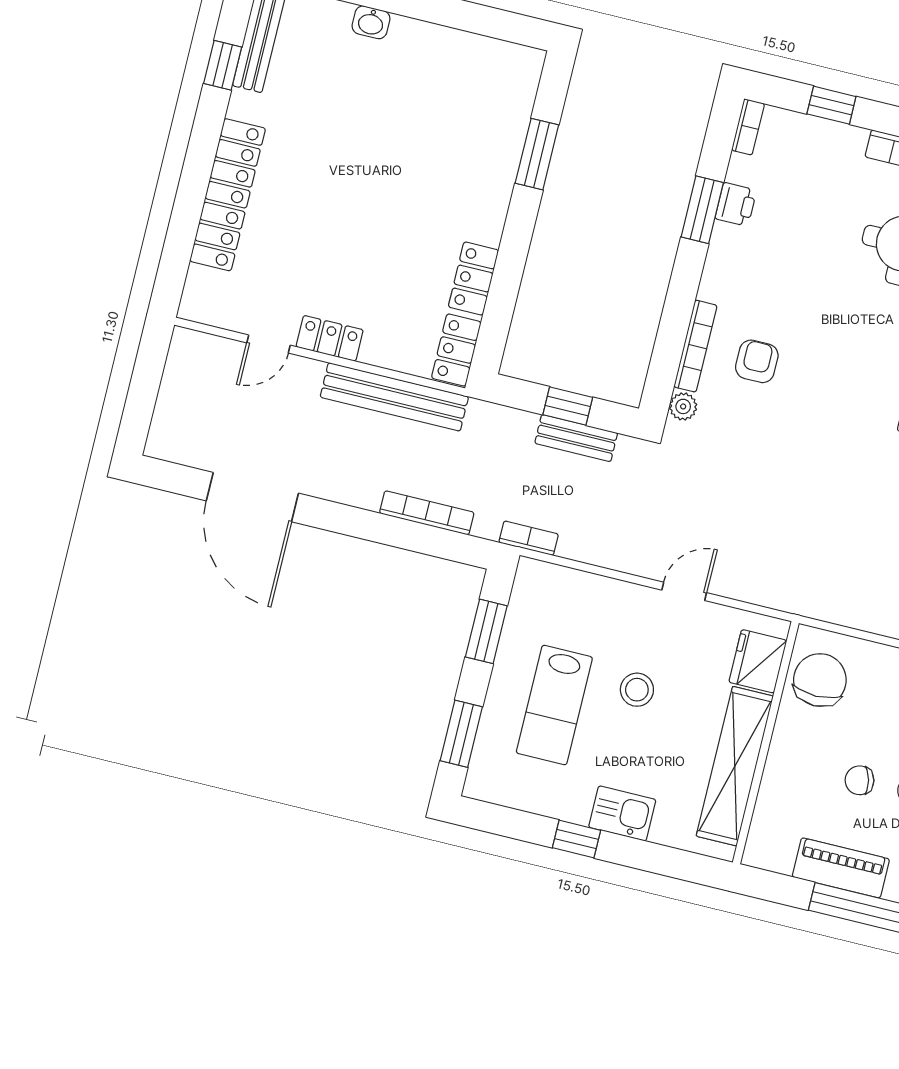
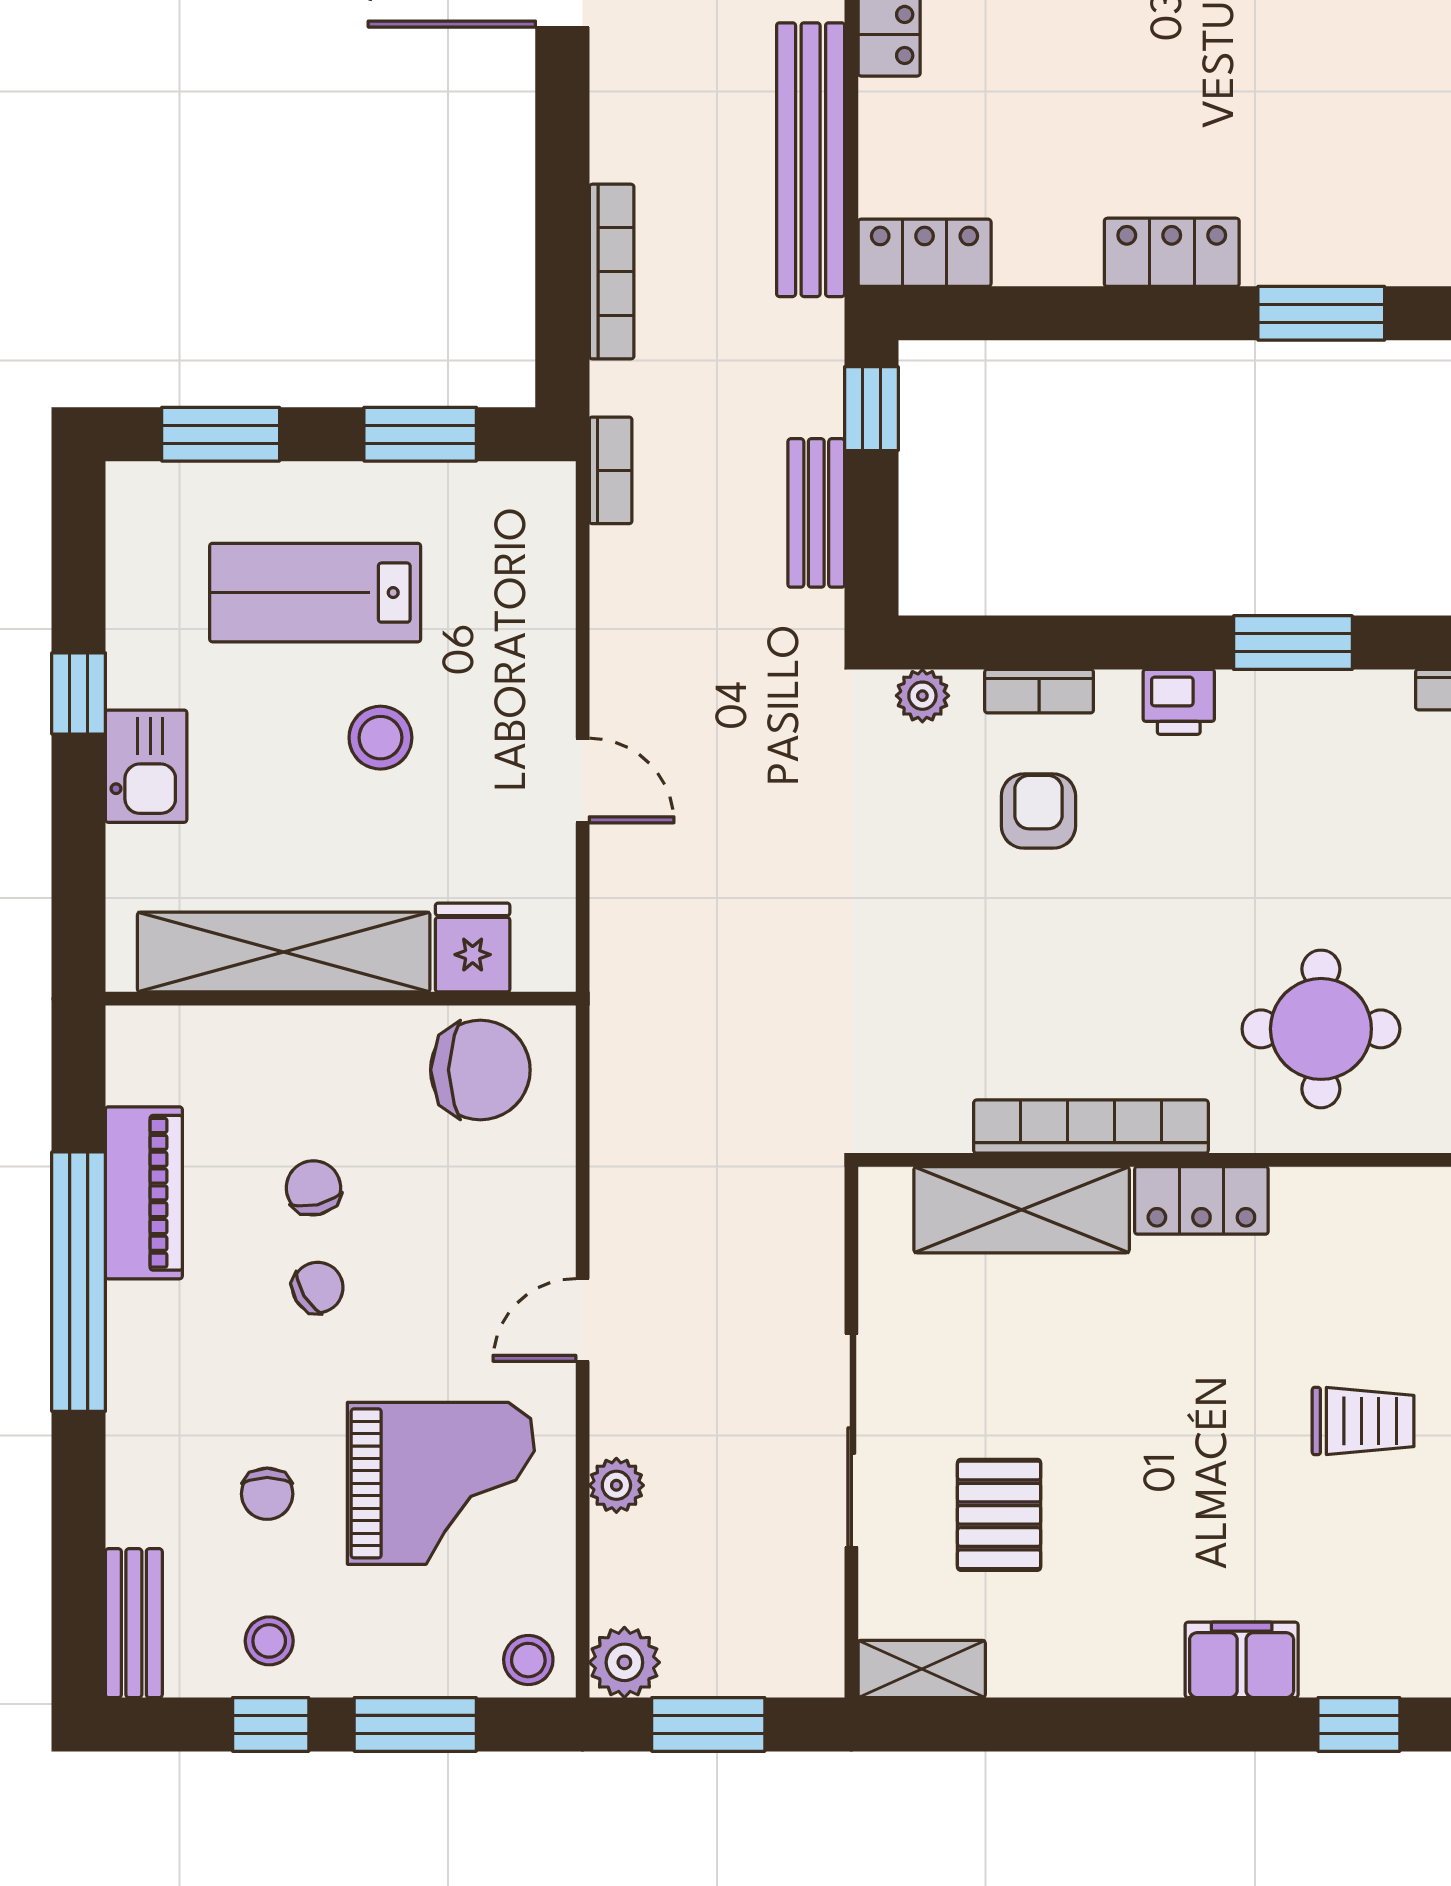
printer: (736, 204) -> (1179, 702), moved
locker: (473, 278) -> (1172, 252), moved
bookcase: (695, 346) -> (1039, 691), width x0.64
armchair: (757, 361) -> (1038, 811), turned -90
window: (568, 406) -> (871, 409), moved
fridge: (758, 661) -> (473, 948), width x0.72

